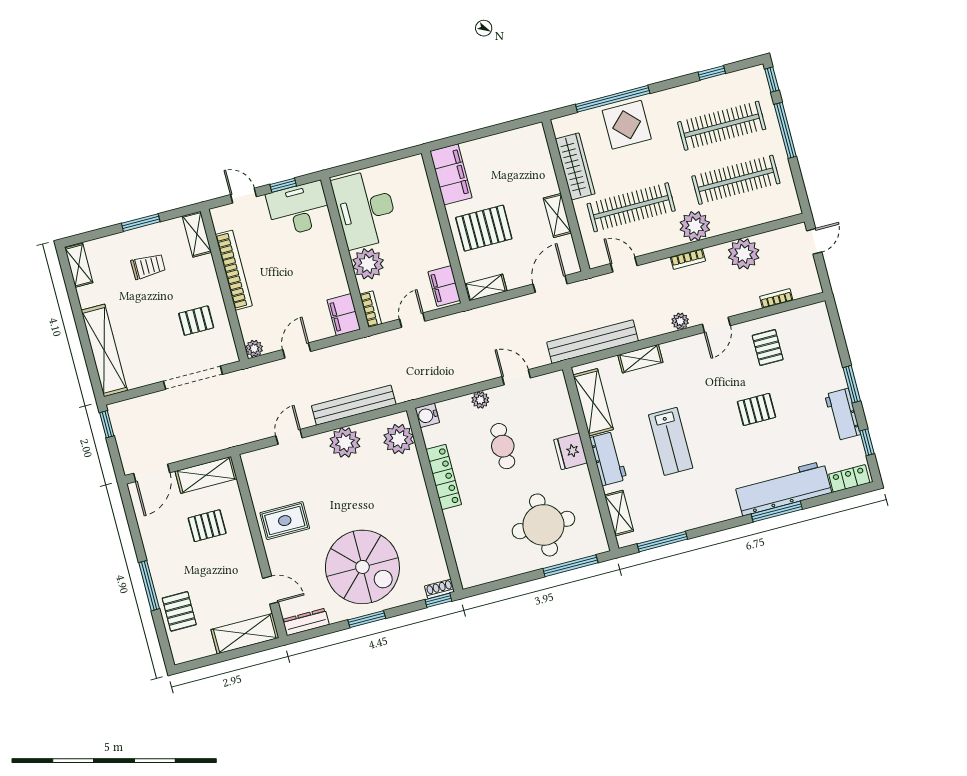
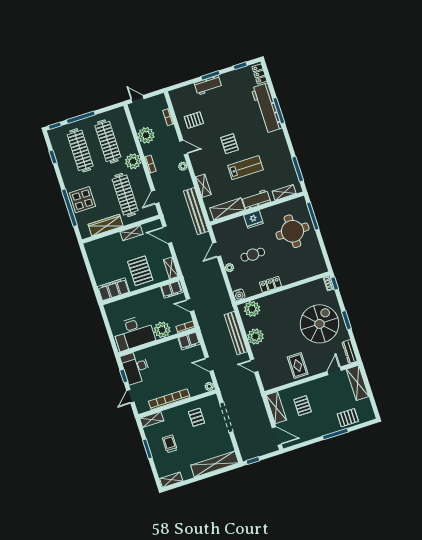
pallet: (756, 409) -> (230, 144), moved
workbench: (843, 414) -> (208, 85), moved
locker: (444, 477) -> (270, 284), width x0.66

